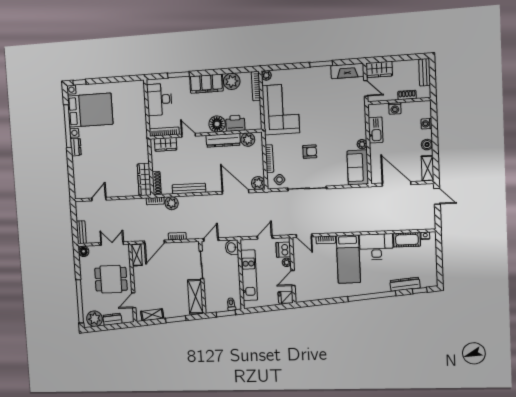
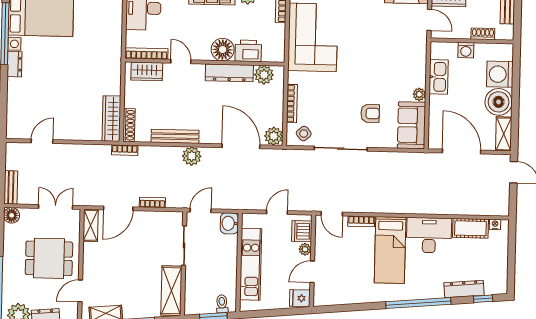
washing machine: (427, 124) -> (500, 74), width x1.89, depth x1.89
boiler: (427, 145) -> (499, 102), width x1.86, depth x1.86
armchair: (310, 152) -> (370, 113), moved
plant: (172, 203) -> (192, 156), moved

